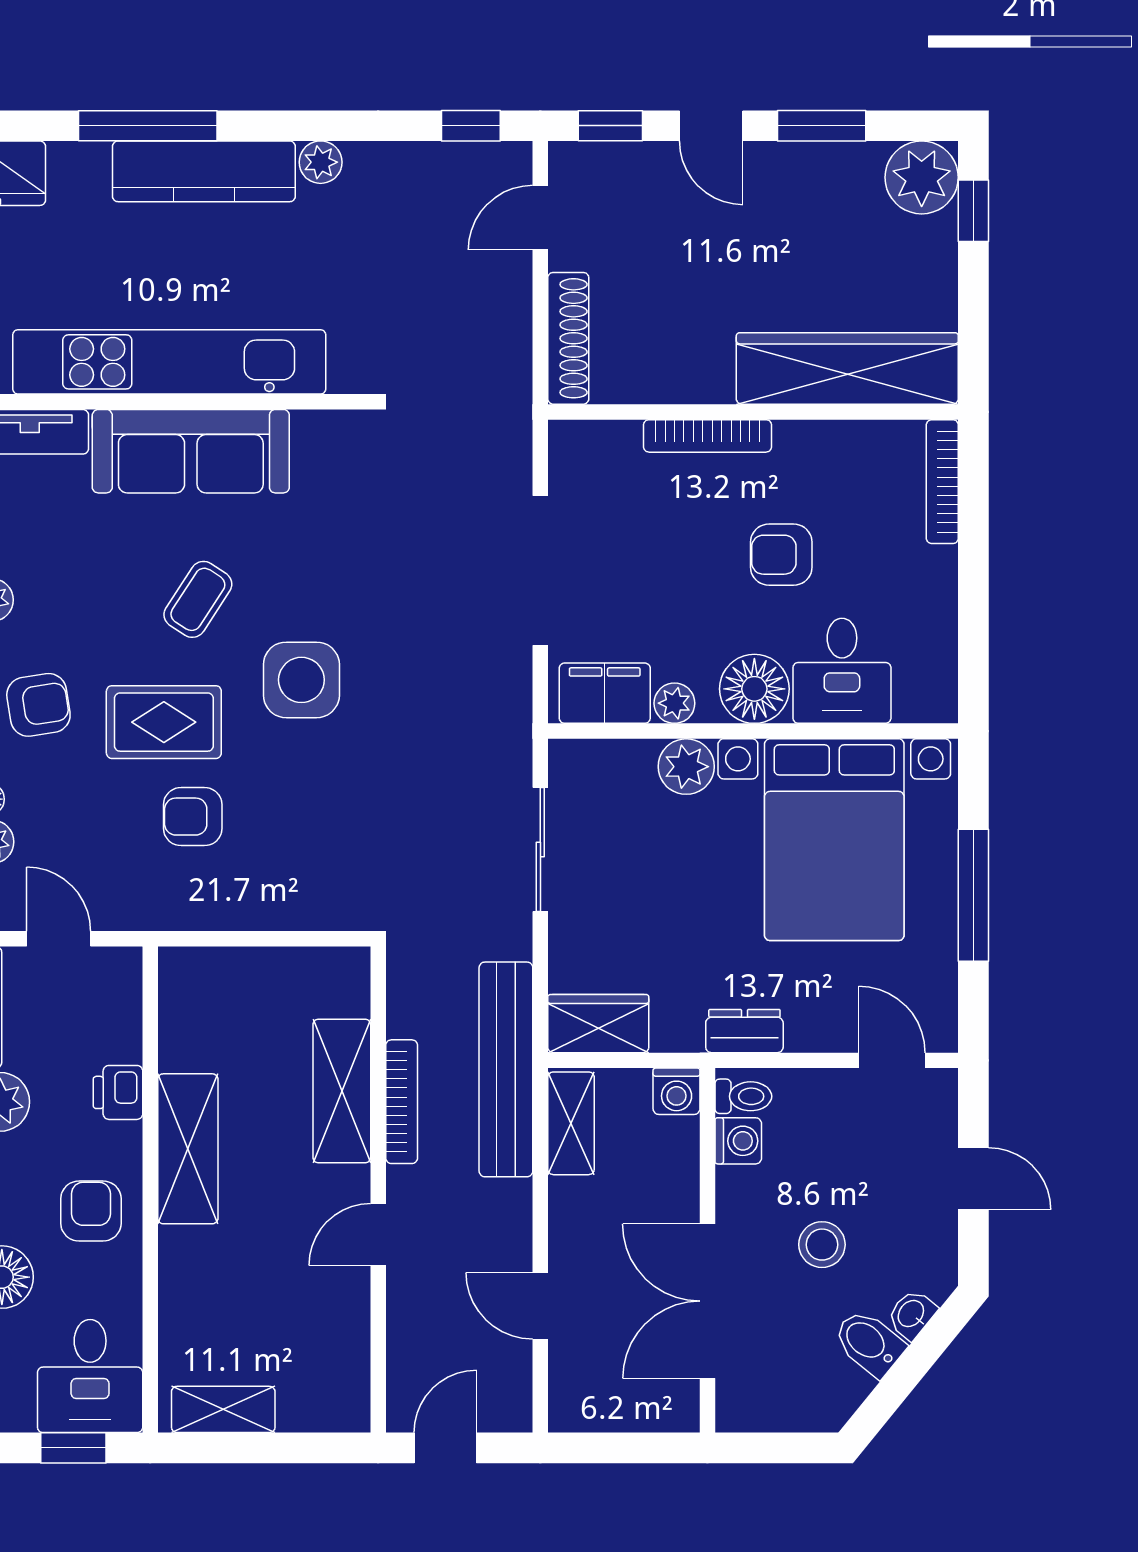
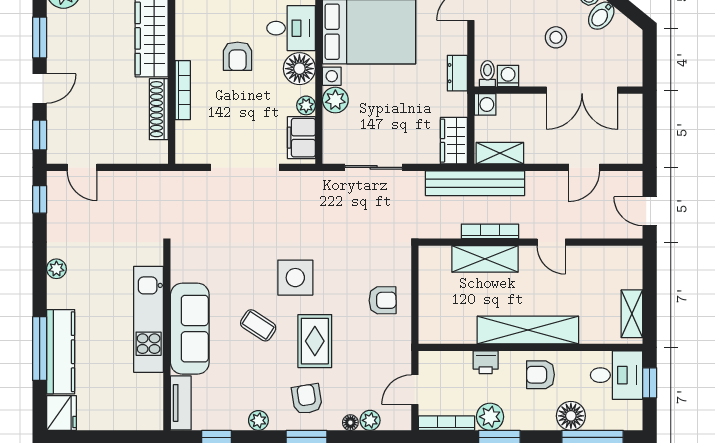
kitchen counter: (204, 171) -> (61, 352), moved
shoe rack: (568, 338) -> (159, 109), moved, turned -90
kitchen unit: (169, 362) -> (149, 319), width x0.73
armchair: (193, 817) -> (383, 300), moved, turned -91
shelving: (188, 1149) -> (528, 330), width x1.47

